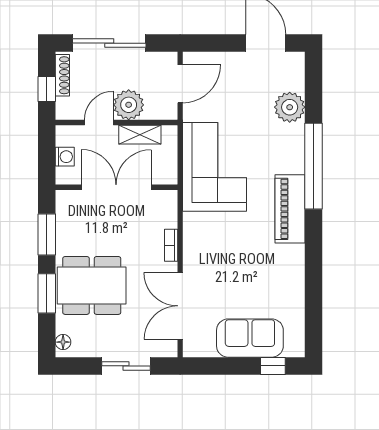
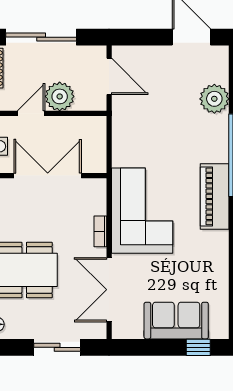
door: (180, 84) -> (109, 76), hinge flipped
shelving: (140, 135) -> (70, 125), removed
corner sofa: (214, 167) -> (142, 211), moved

